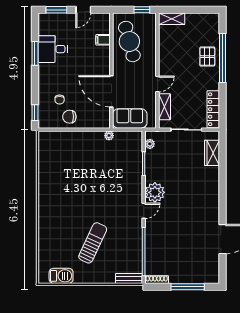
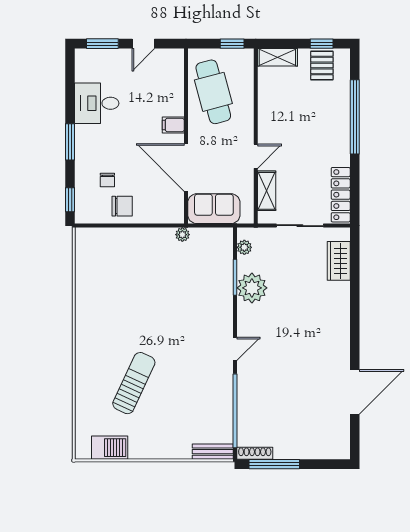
window: (201, 10) -> (322, 44), added
filing cabinet: (103, 40) -> (173, 125), moved
window: (35, 53) -> (70, 142), moved
pallet: (207, 57) -> (322, 65), moved
chair: (69, 117) -> (122, 206), turned 180
plant: (155, 192) -> (252, 288), moved
sun lounger: (93, 243) -> (134, 383), moved
window: (188, 287) -> (274, 464), moved

